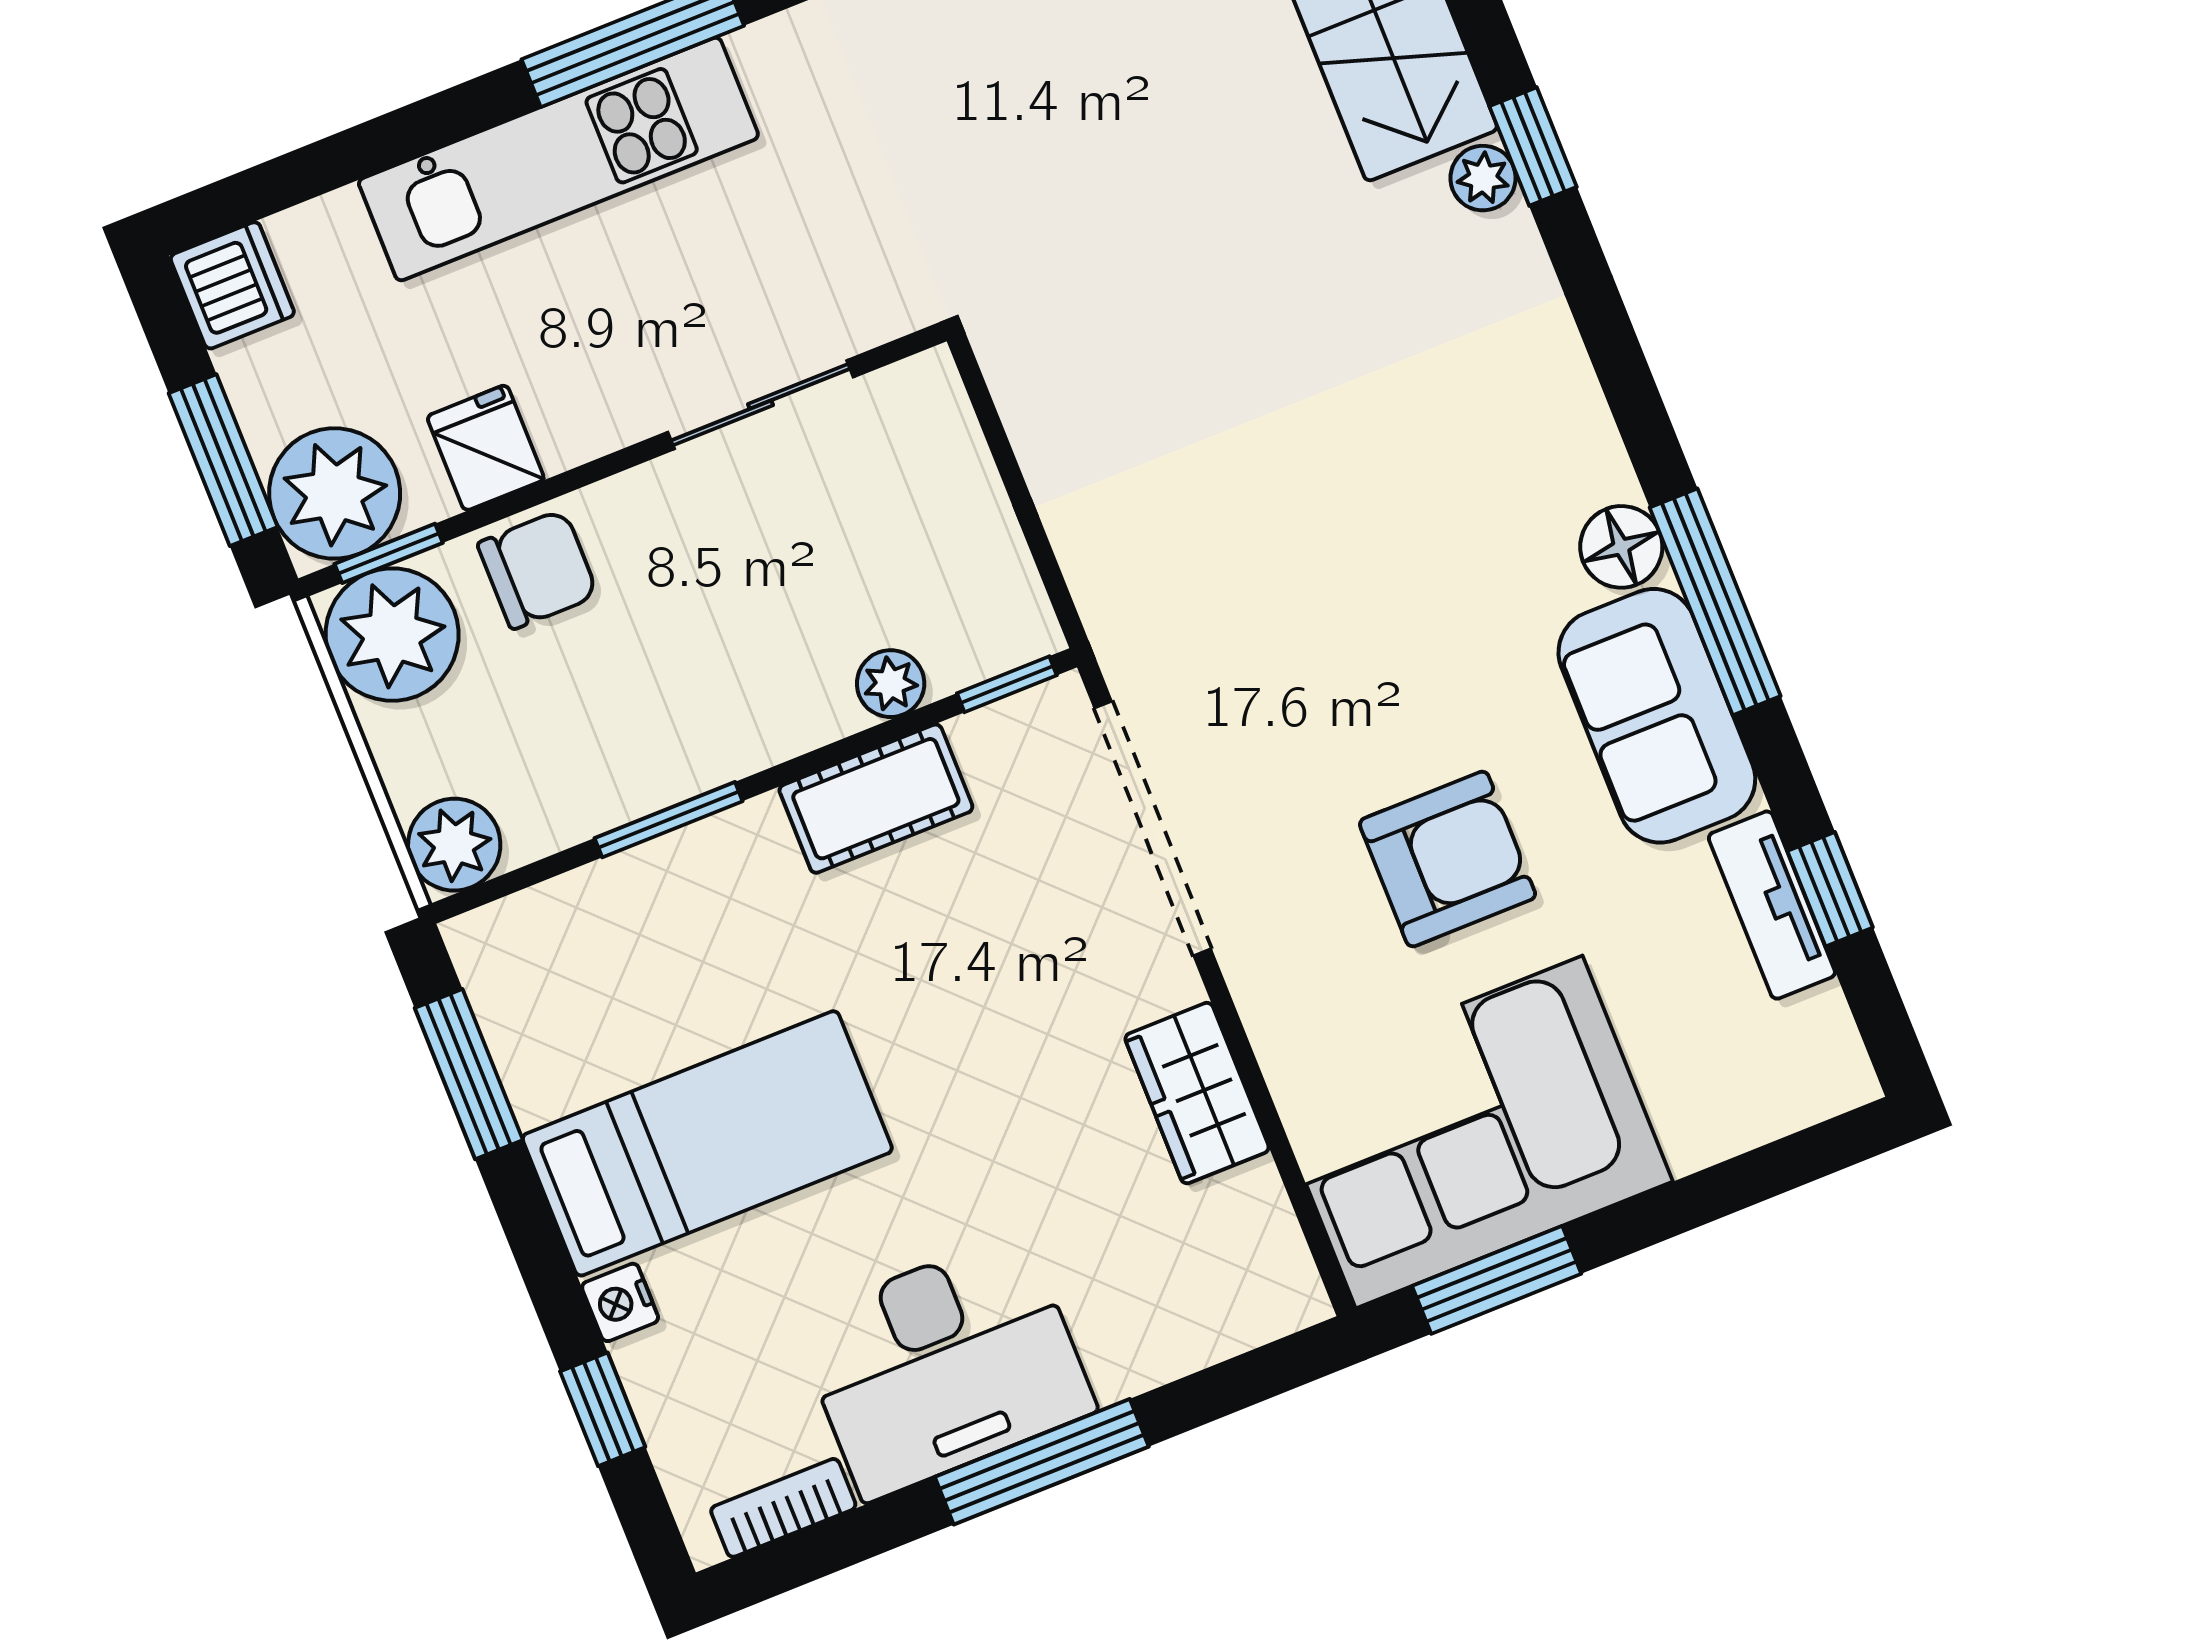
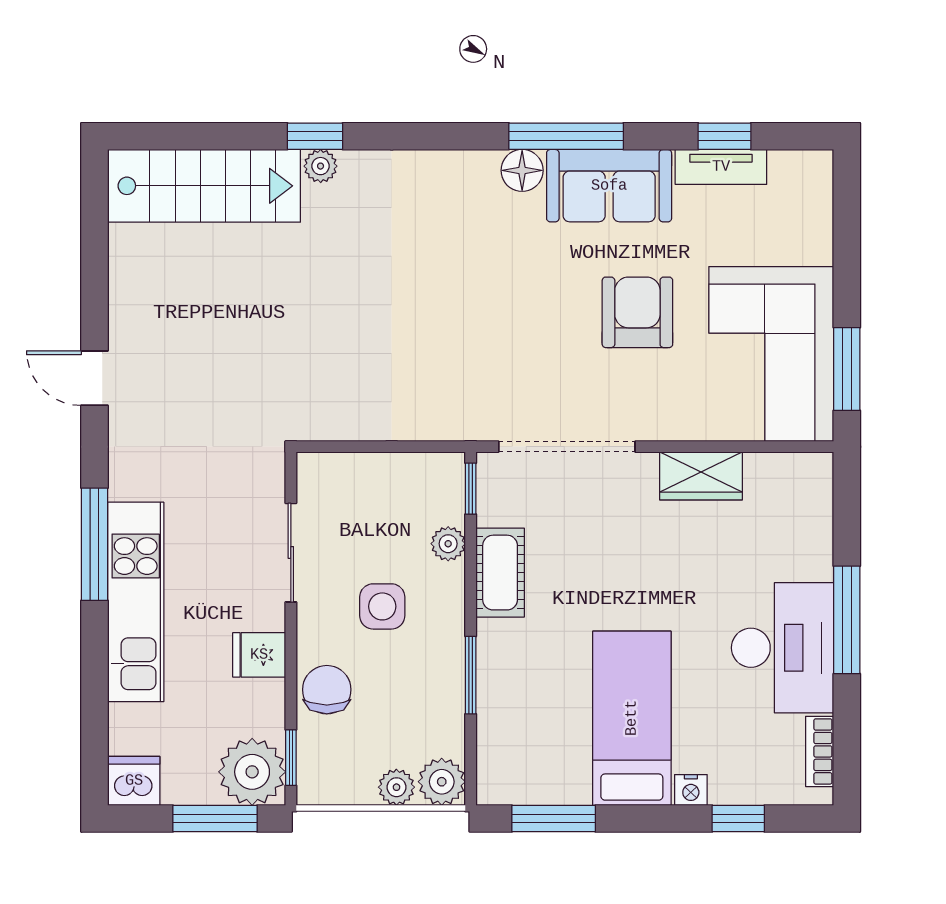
fridge: (486, 448) -> (259, 655), moved
side table: (729, 610) -> (382, 606), added
plant: (392, 635) -> (396, 787), moved, width x0.53, depth x0.53

